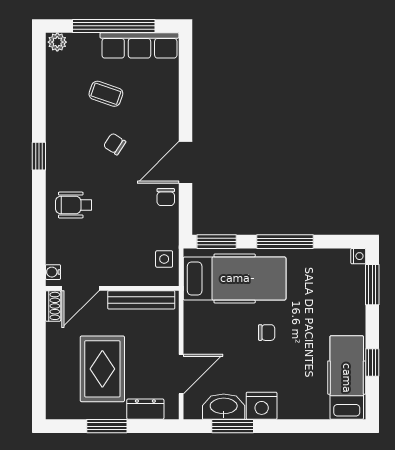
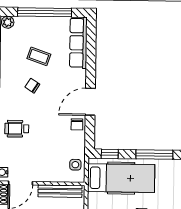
row of seats: (139, 45) -> (78, 43), moved, turned 90
chair: (115, 144) -> (32, 86), moved
window: (217, 242) -> (110, 154), width x0.67

